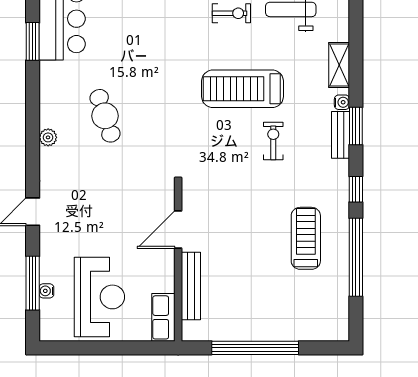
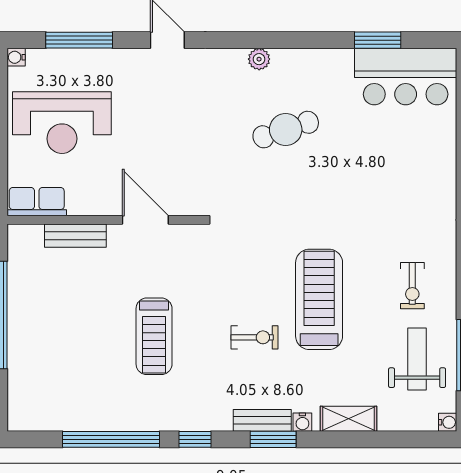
treadmill: (306, 238) -> (154, 336), moved, turned 90
bench: (191, 286) -> (75, 236), width x0.73
water cooler: (46, 291) -> (16, 57), moved, turned -90

